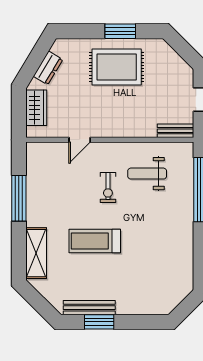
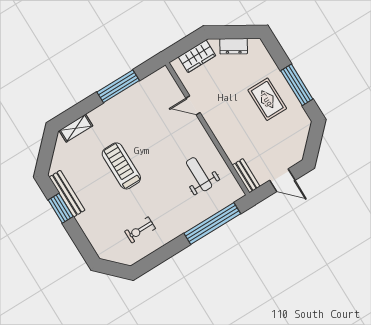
window: (120, 31) -> (297, 85), width x1.44
rug: (117, 67) -> (267, 99), width x0.73, depth x0.70
exercise bike: (108, 187) -> (140, 230), moved
shelving: (36, 253) -> (76, 128), width x0.67, depth x0.75

